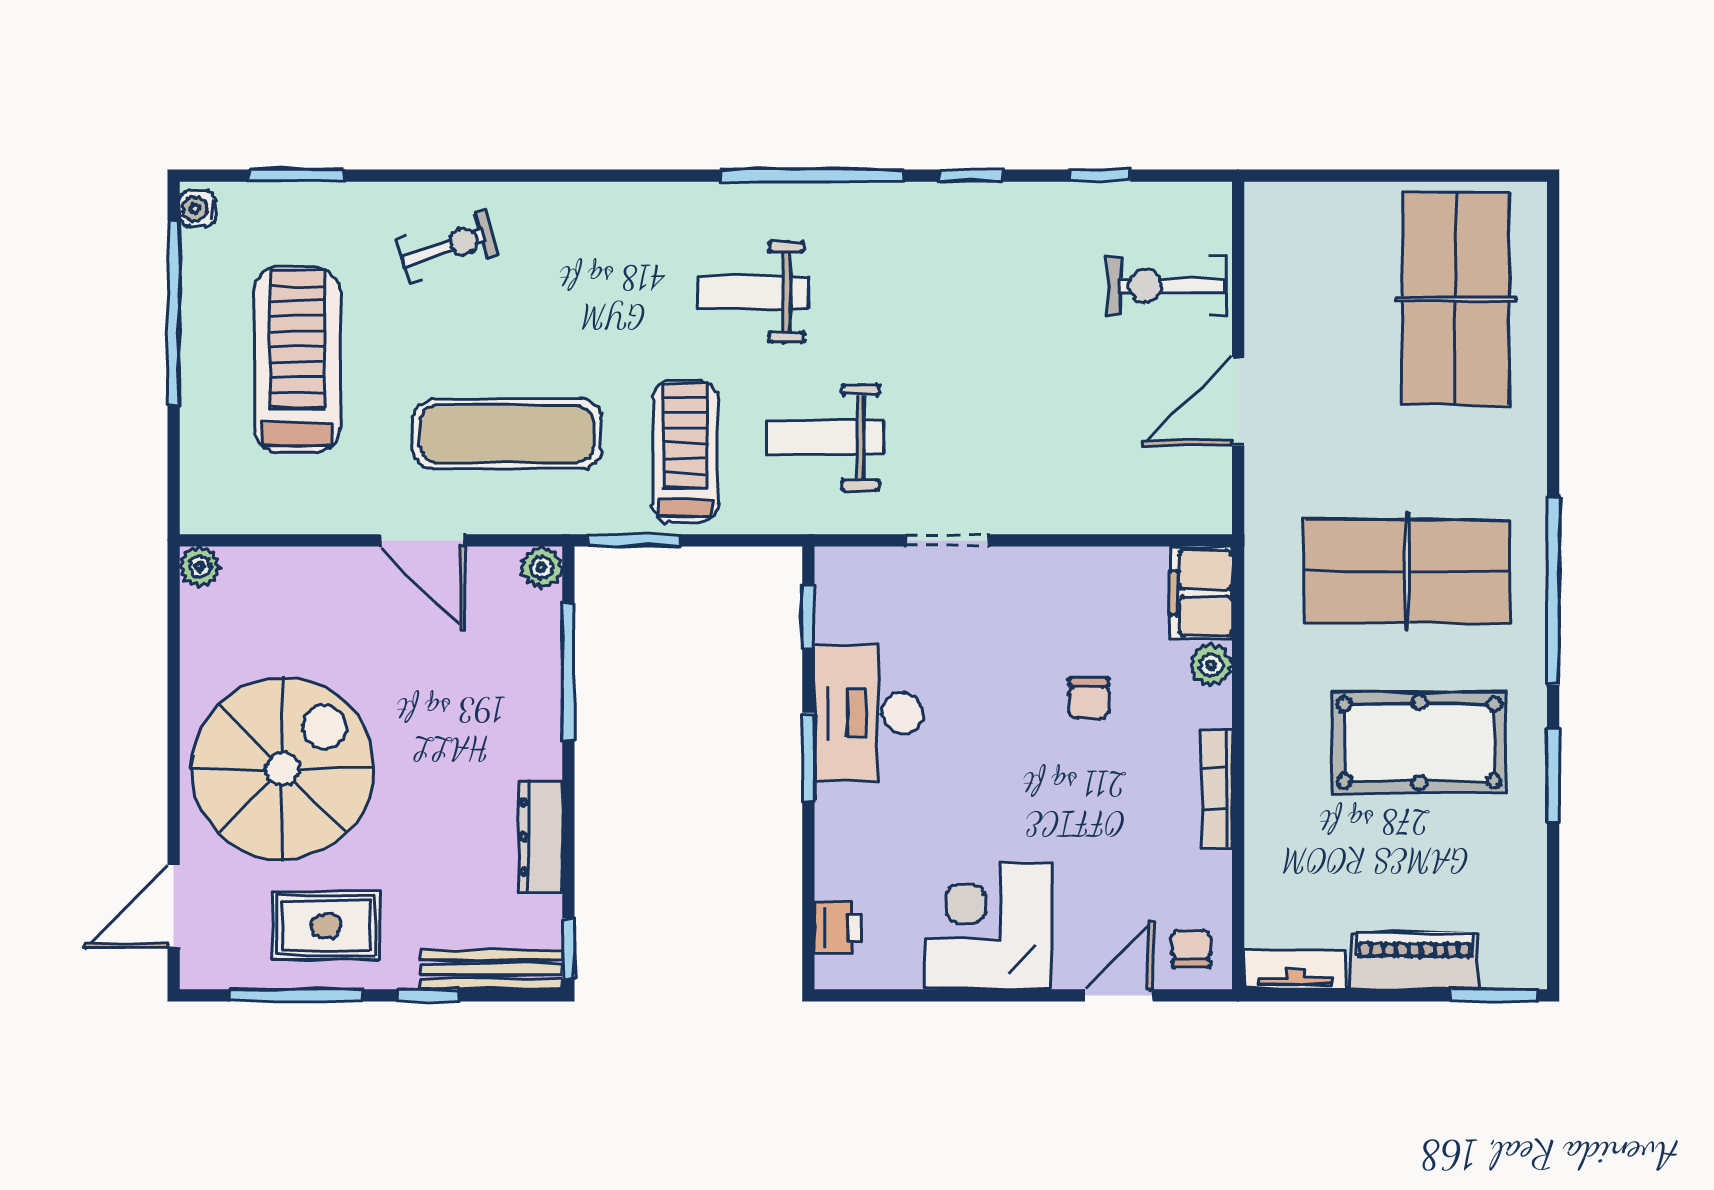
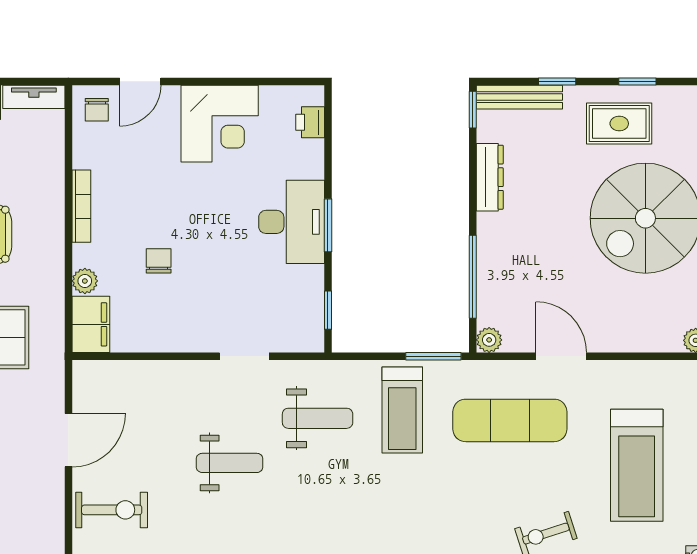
weight bench: (753, 292) -> (230, 463), moved
desk: (869, 713) -> (292, 222), moved
window: (296, 995) -> (637, 81), width x0.46

